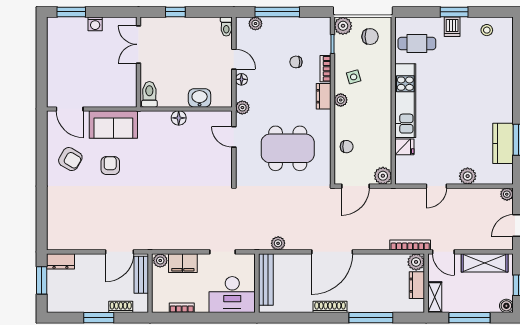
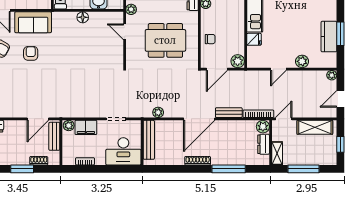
bench: (371, 244) -> (229, 113), added
door: (443, 252) -> (284, 119), swing flipped
boiler: (506, 306) -> (331, 160), removed

